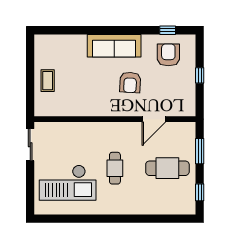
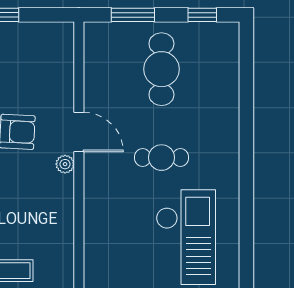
plant: (111, 111) -> (65, 164), added
door: (154, 119) -> (79, 132), moved

